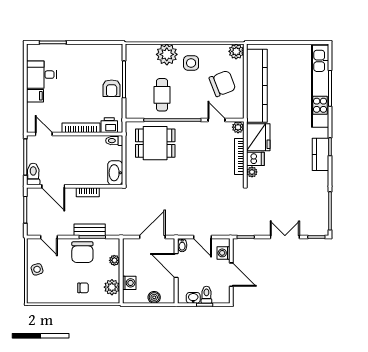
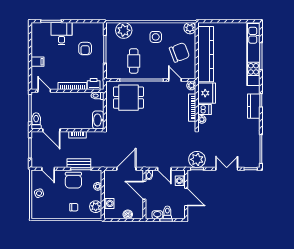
plant: (167, 54) -> (124, 30), moved
desk: (41, 75) -> (62, 34), moved, turned 90
armchair: (112, 88) -> (85, 49), moved
plant: (246, 225) -> (197, 159), added

